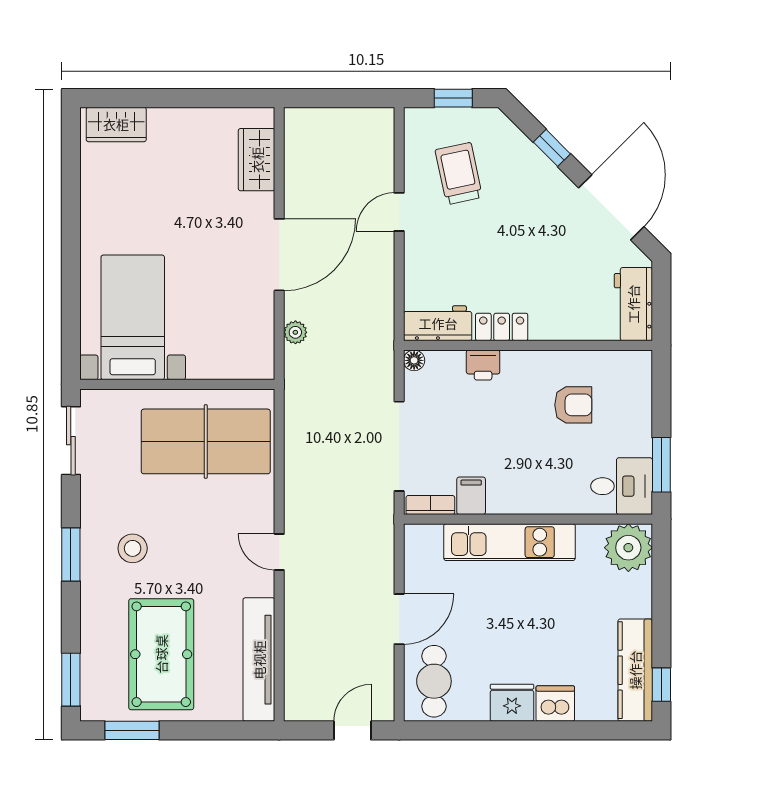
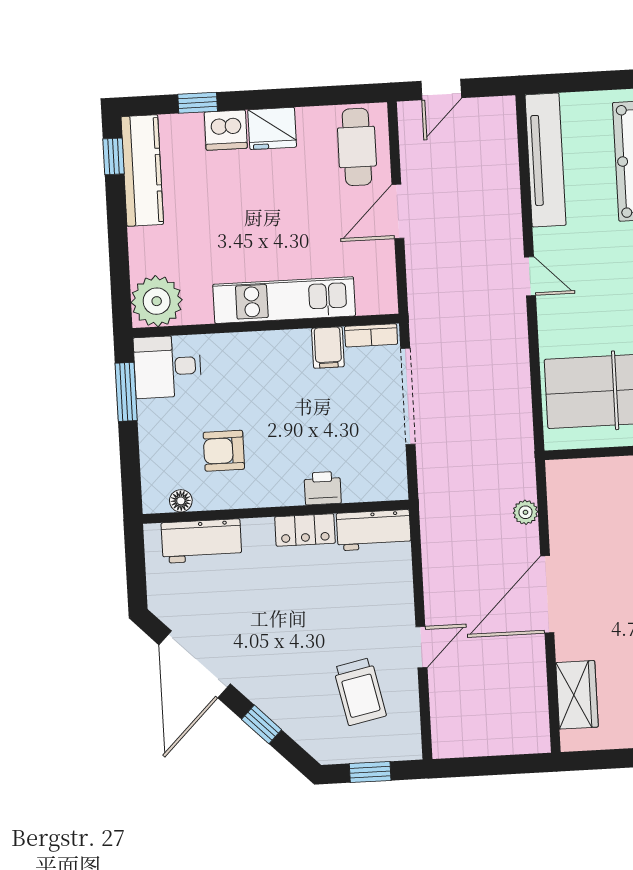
workbench: (633, 304) -> (201, 541), moved, turned 90
floor lamp: (414, 360) -> (181, 501), moved
window: (580, 730) -> (198, 103), added

